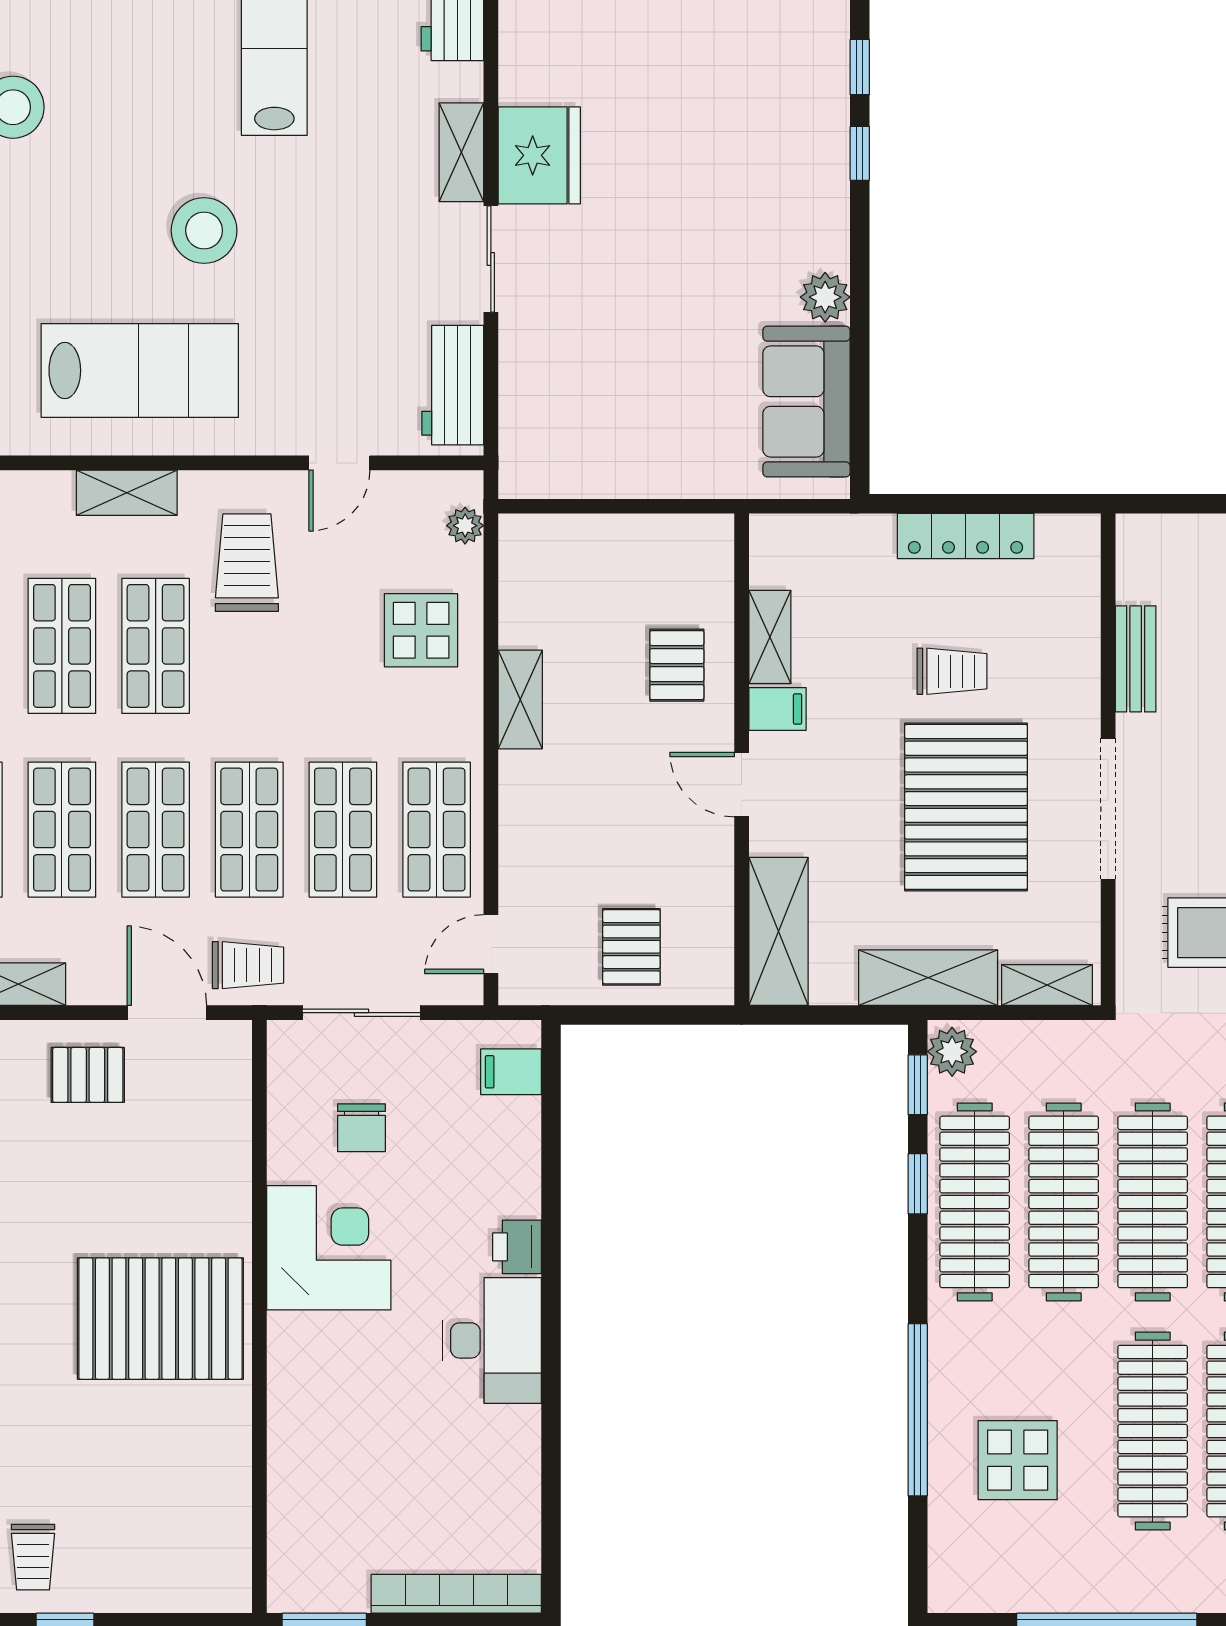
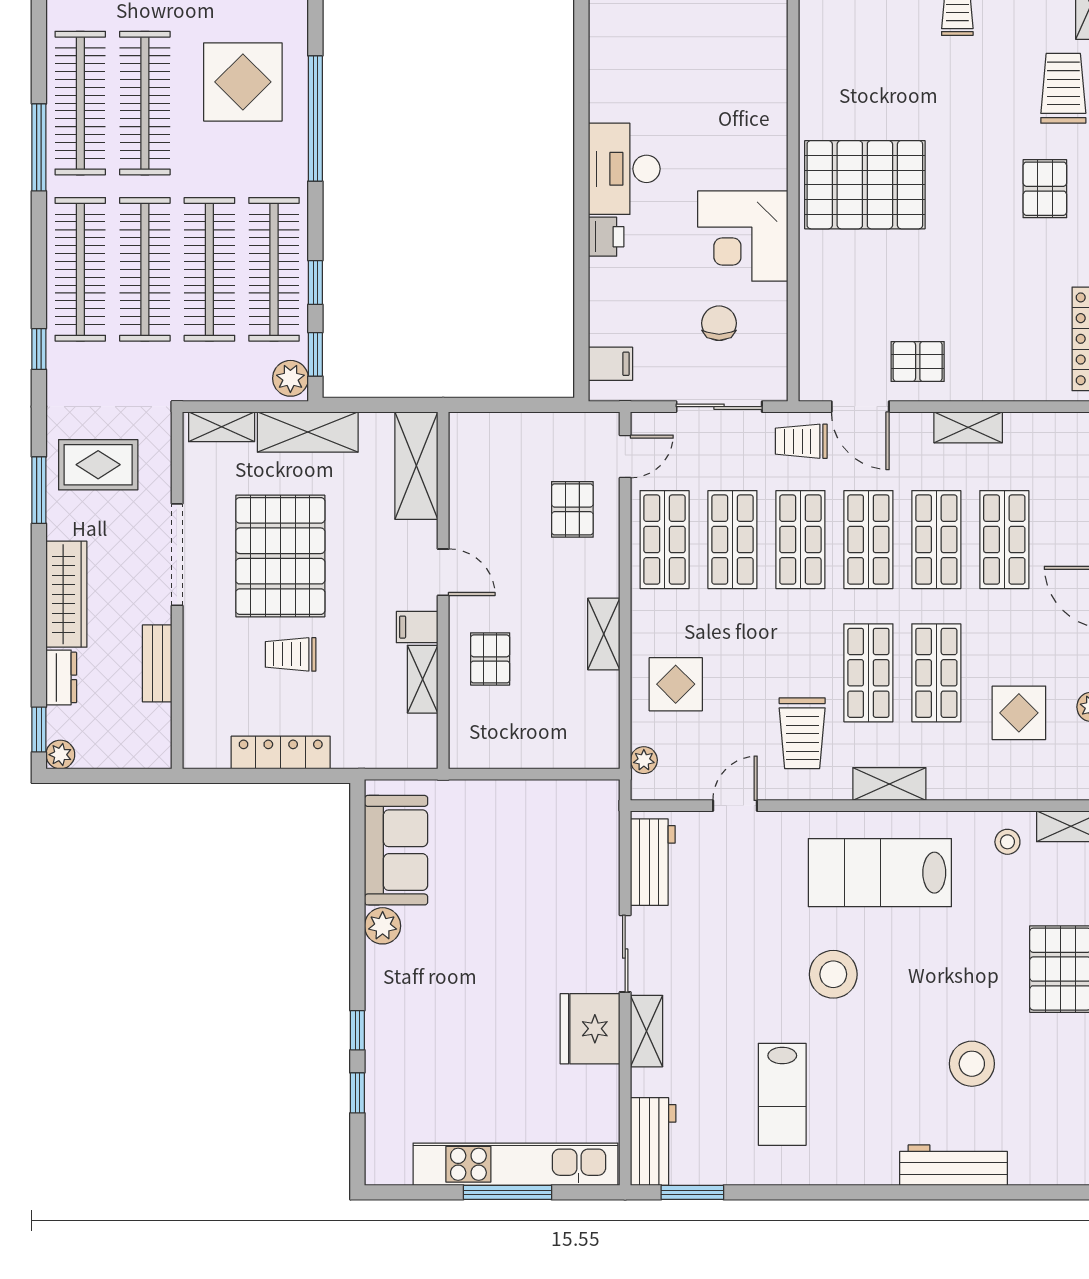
pallet: (631, 947) -> (572, 509), moved
display table: (1018, 1460) -> (243, 82), width x1.36, depth x1.36

